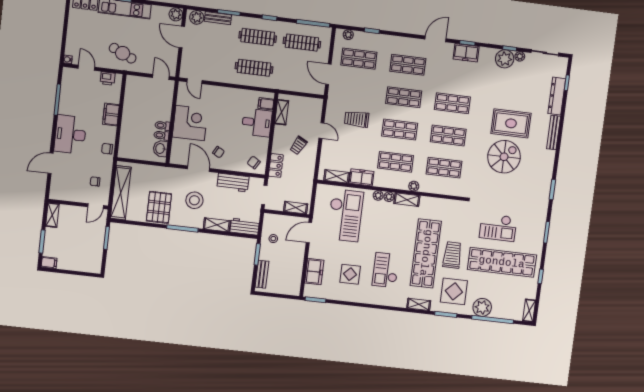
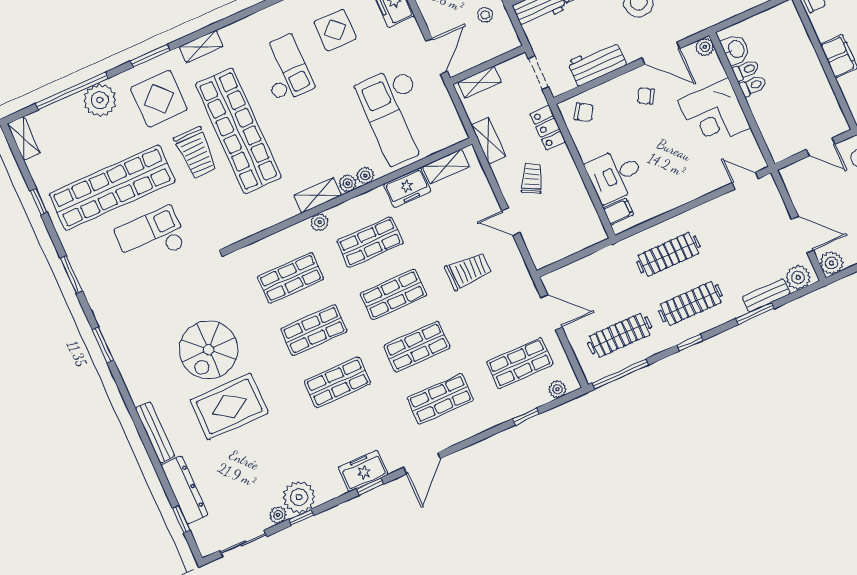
door: (161, 77) -> (821, 147), moved
shelving: (282, 112) -> (488, 140), moved
plant: (175, 159) -> (705, 47), added

